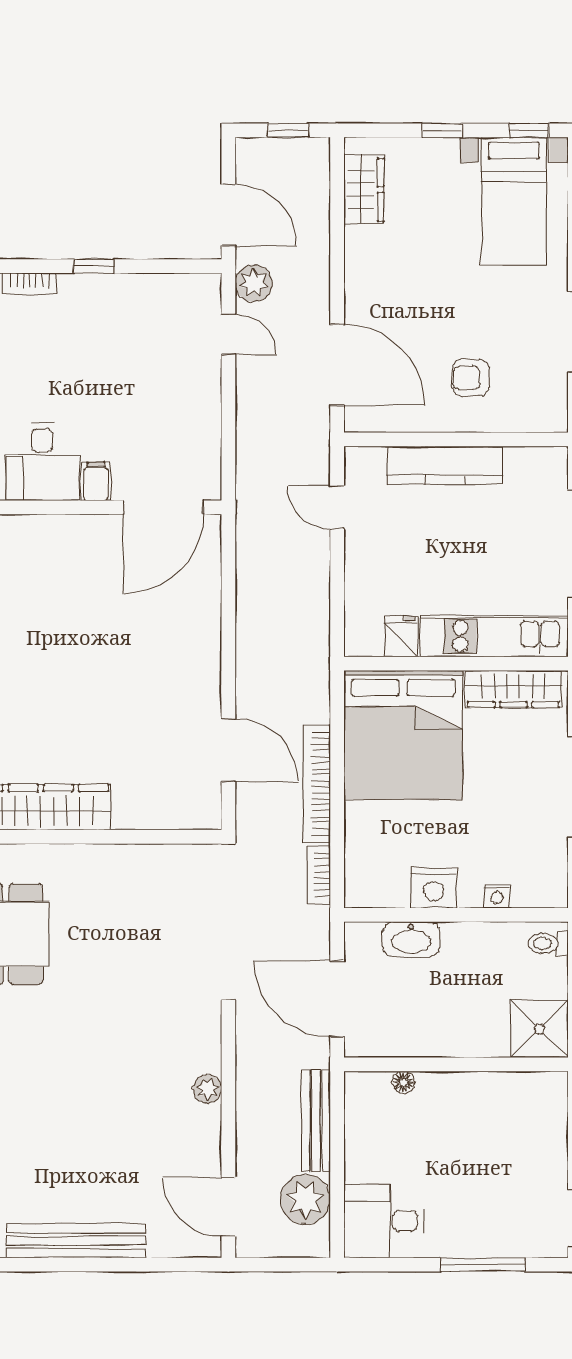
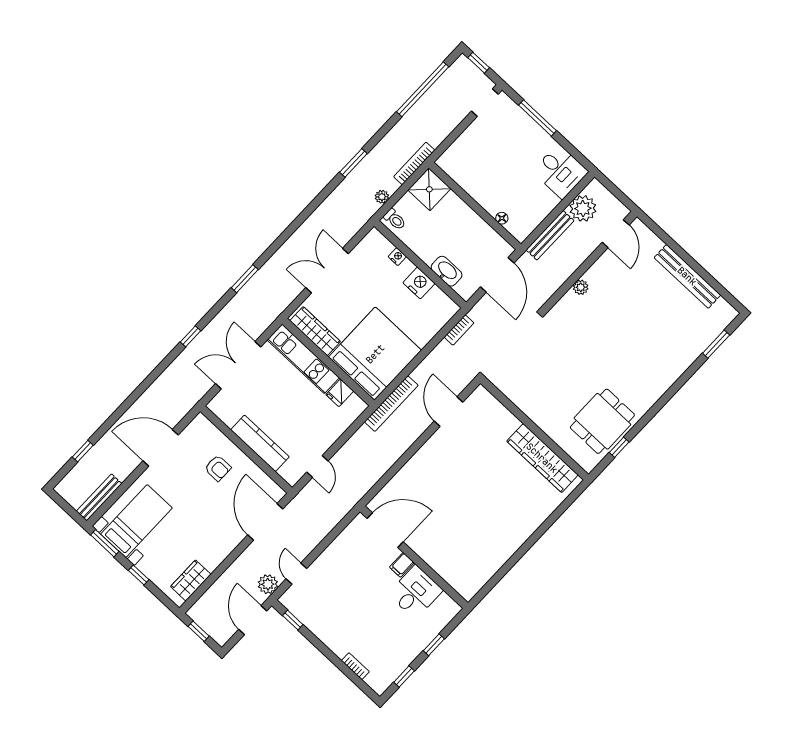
window: (529, 130) -> (105, 543), width x1.50
window: (93, 266) -> (293, 620), moved
bookcase: (317, 784) -> (391, 404), moved

